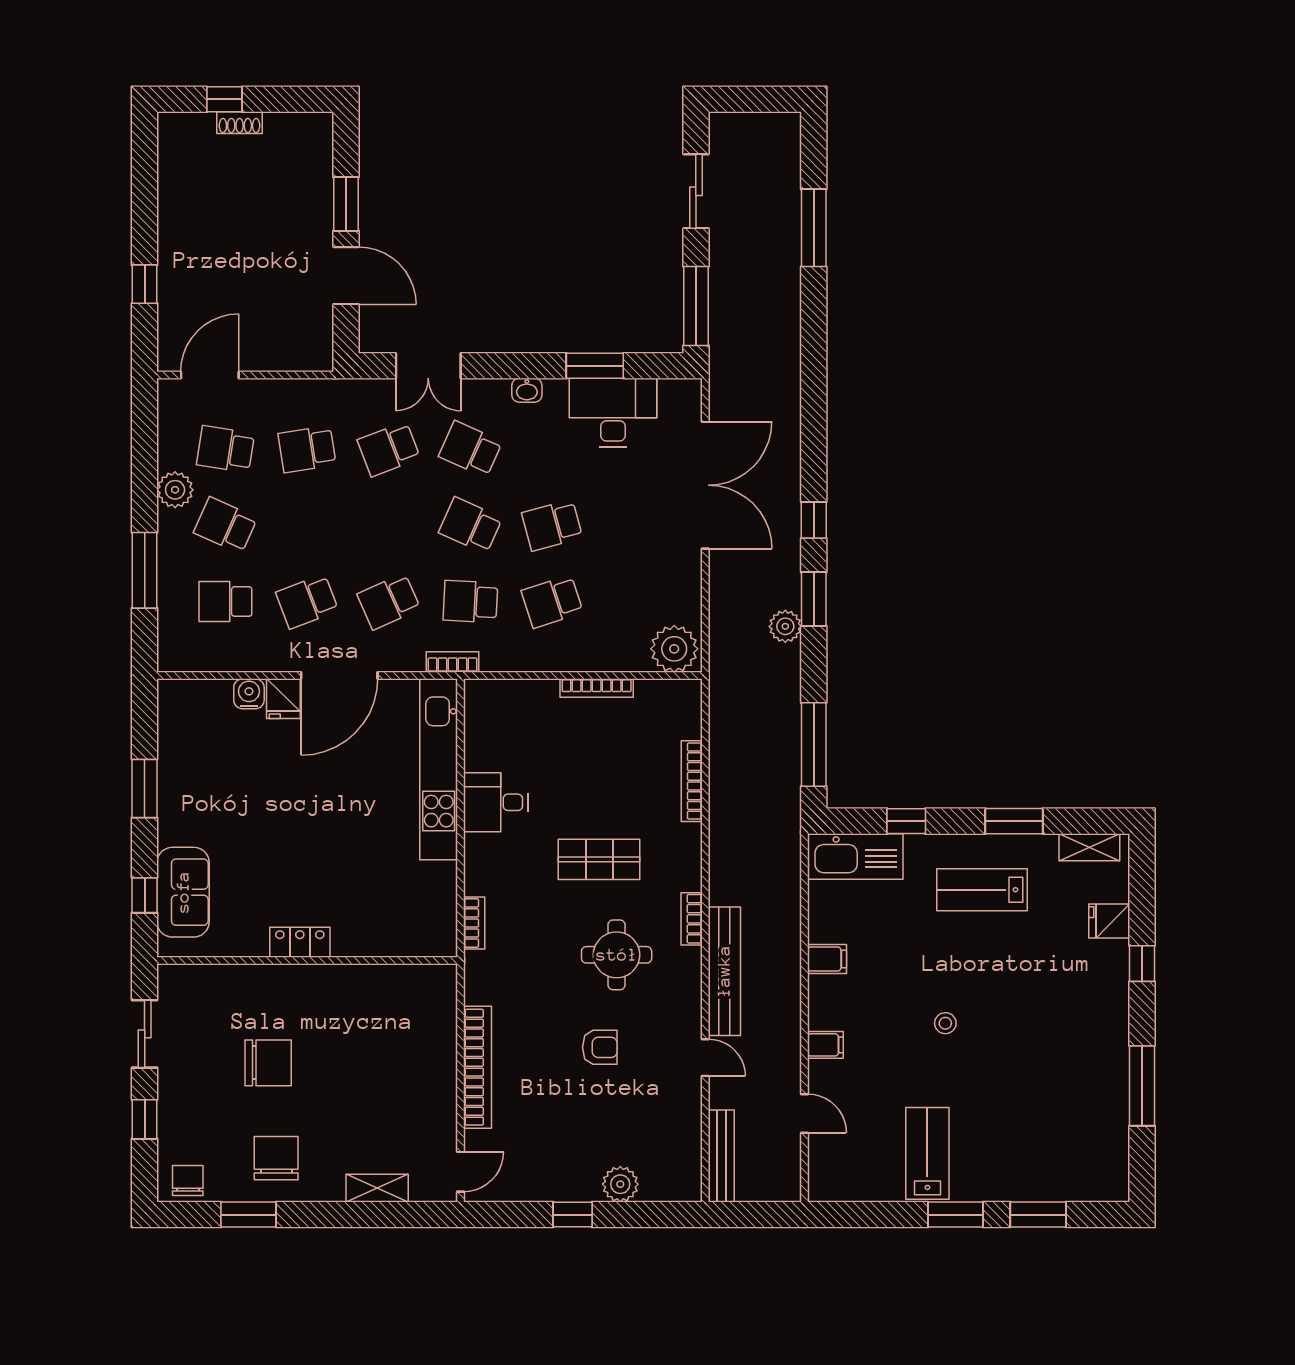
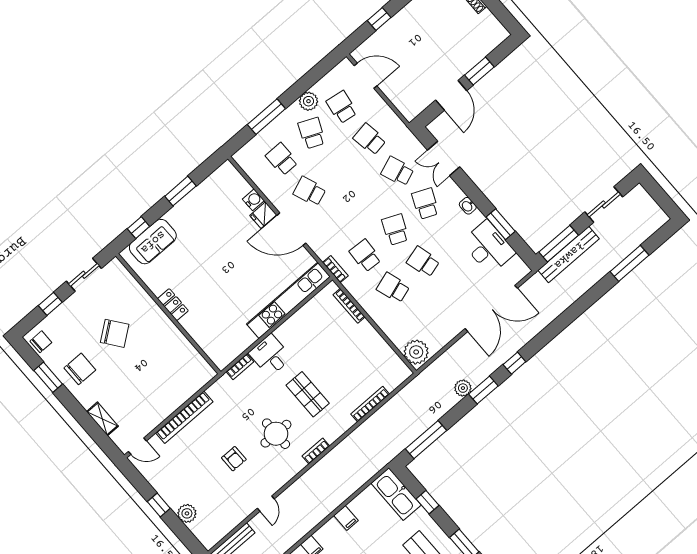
school desk: (389, 602) -> (337, 223), removed
bookcase: (597, 688) -> (349, 306), moved
desk: (496, 802) -> (270, 355), moved
bench: (724, 971) -> (569, 255), moved
chair: (268, 1063) -> (115, 333), turned -37

